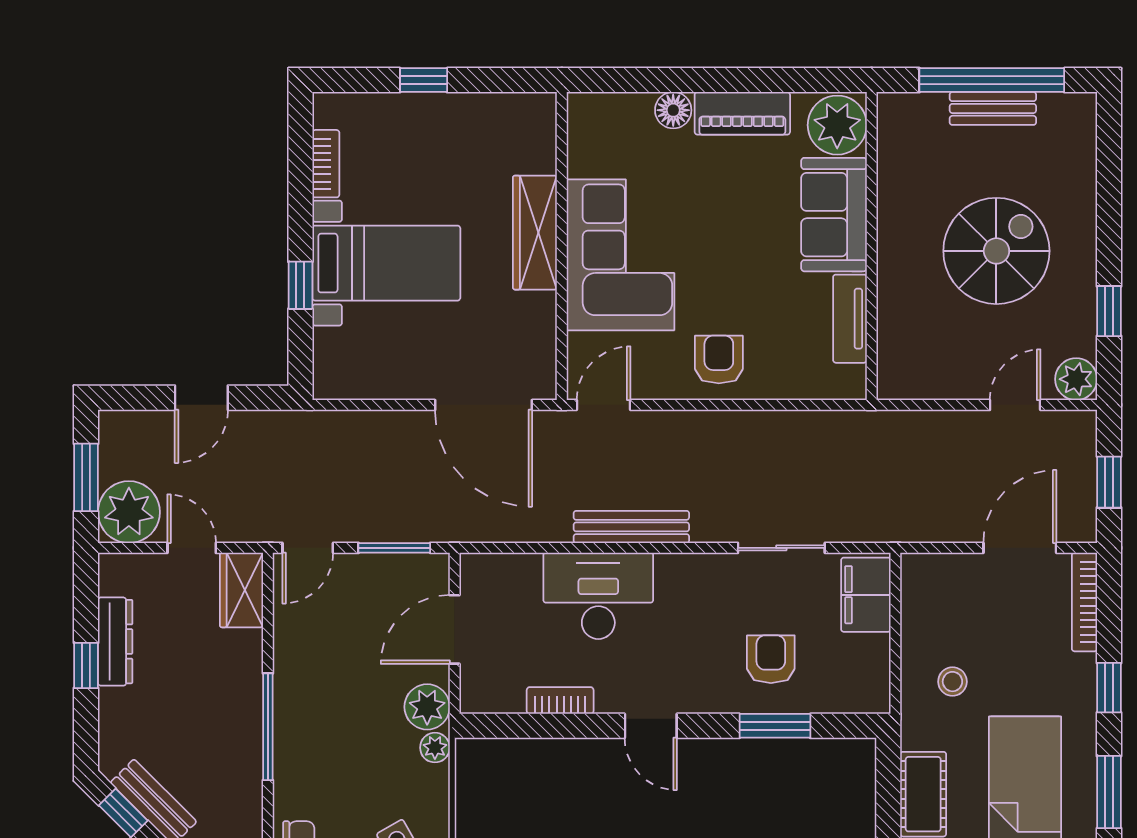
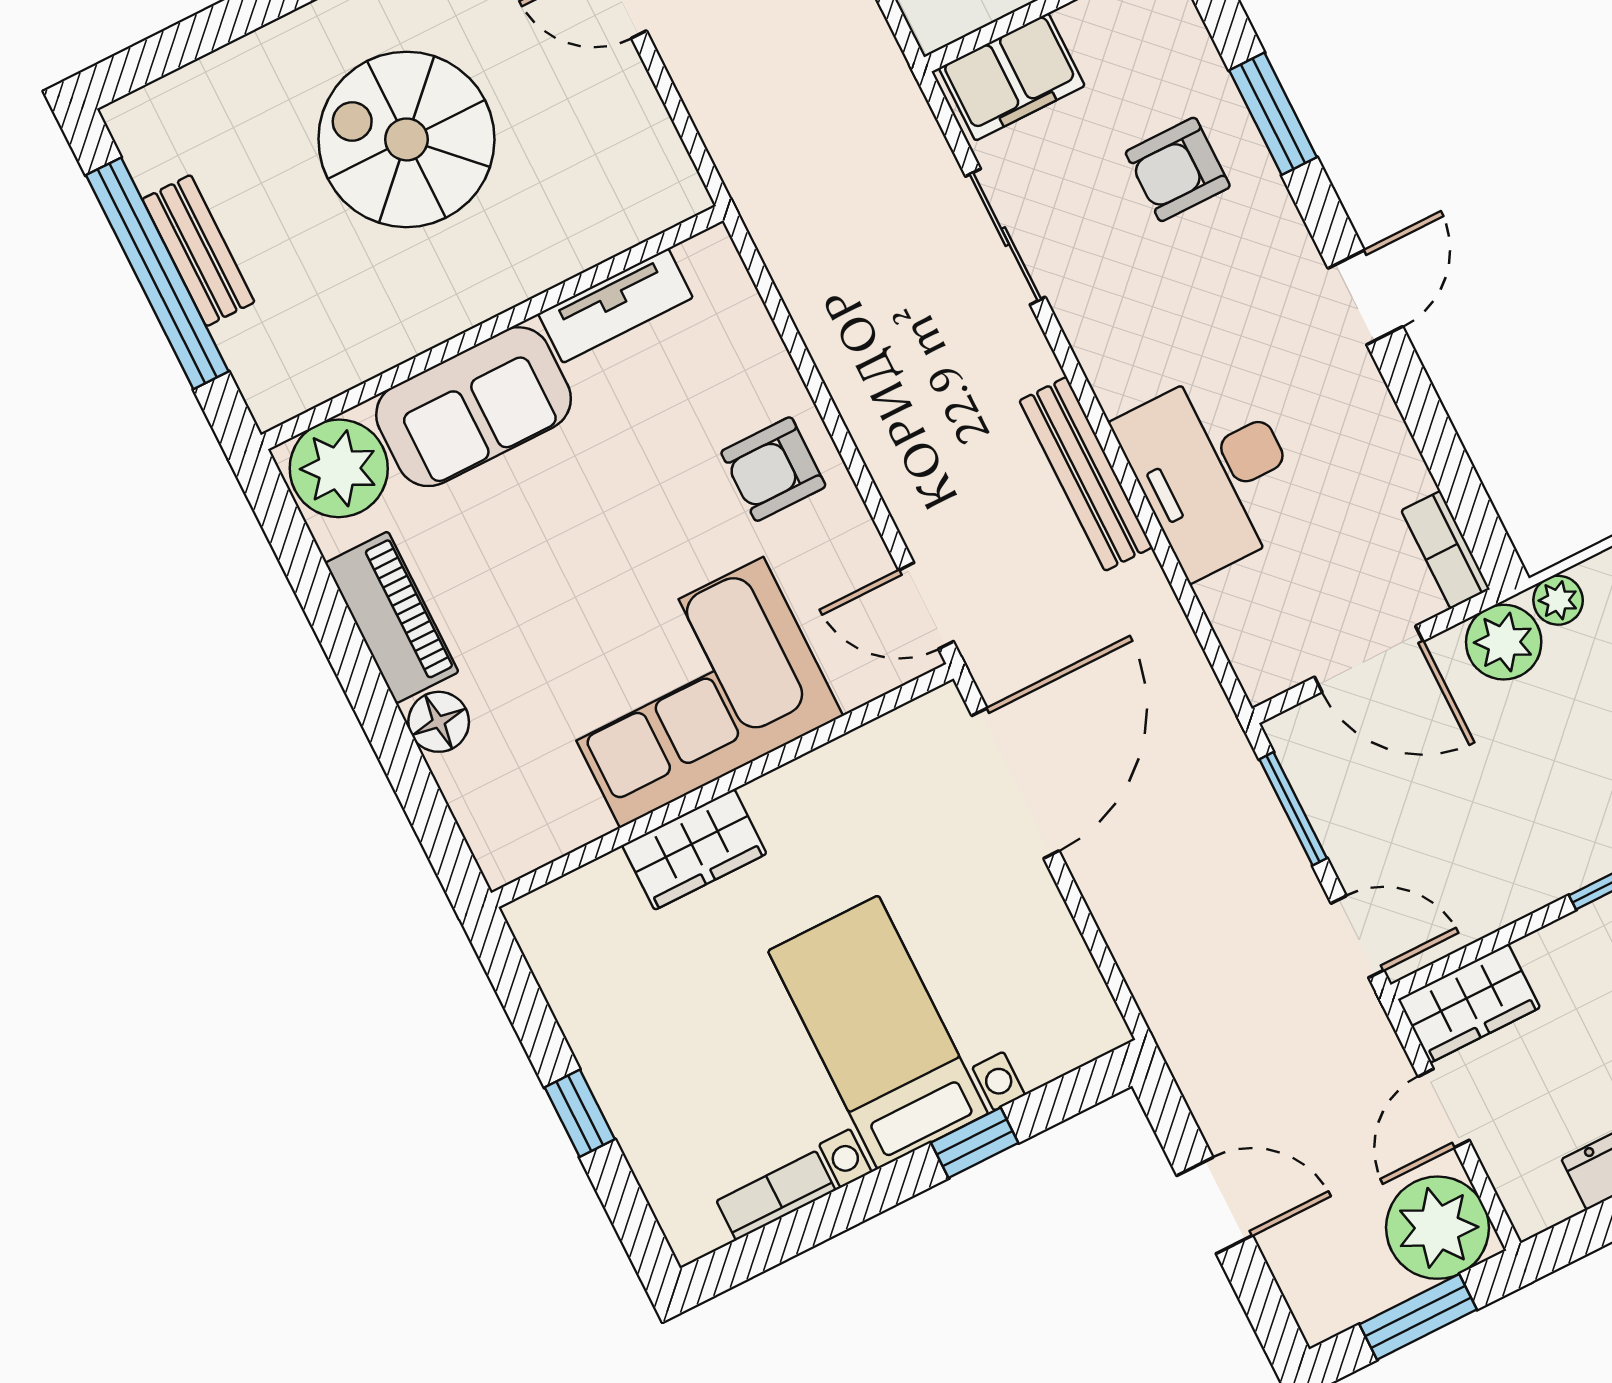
wardrobe: (535, 233) -> (694, 849), width x0.67
bookcase: (560, 701) -> (1446, 550), moved

